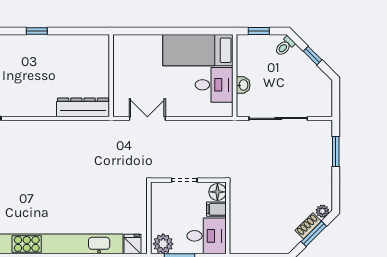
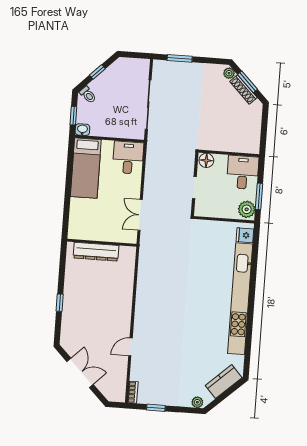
desk: (214, 85) -> (128, 158), moved
washbasin: (243, 85) -> (82, 130), moved
dresser: (83, 107) -> (96, 252), moved, turned -90
filing cabinet: (216, 209) -> (221, 162), removed
shoe rack: (308, 226) -> (243, 90), width x1.43

